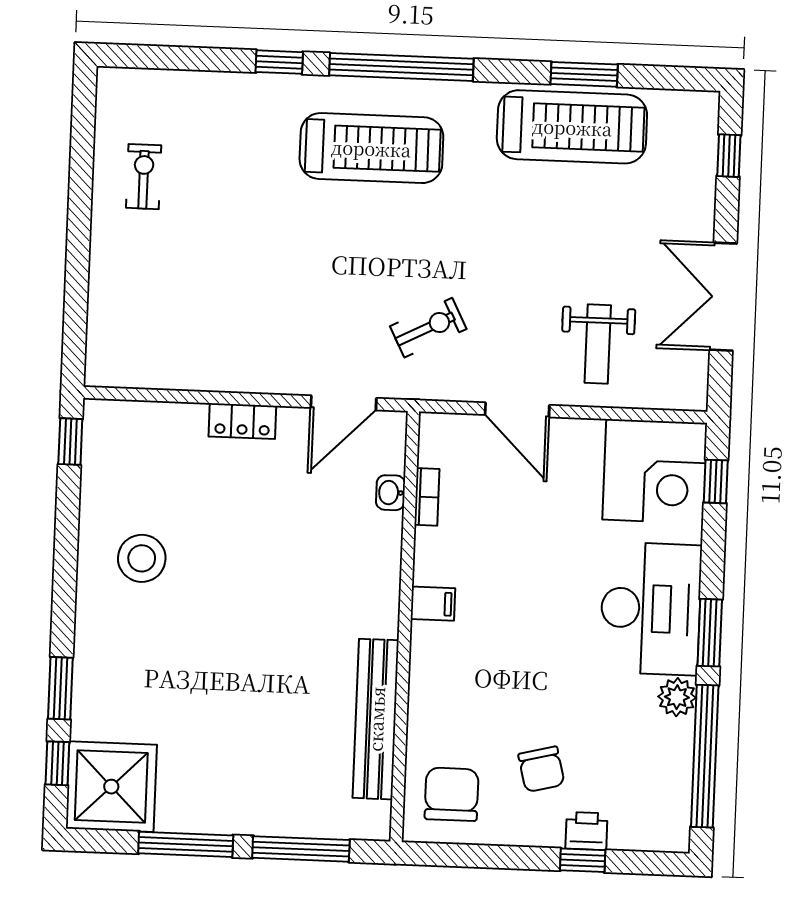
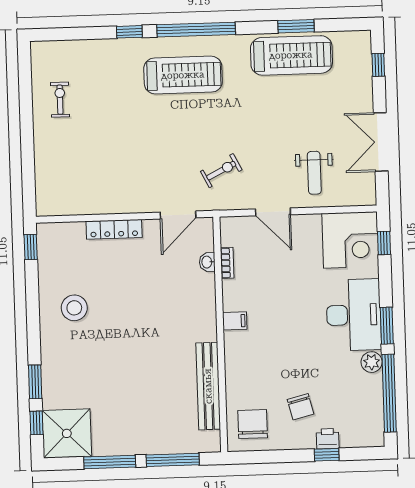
locker: (242, 421) -> (114, 229), width x1.53

